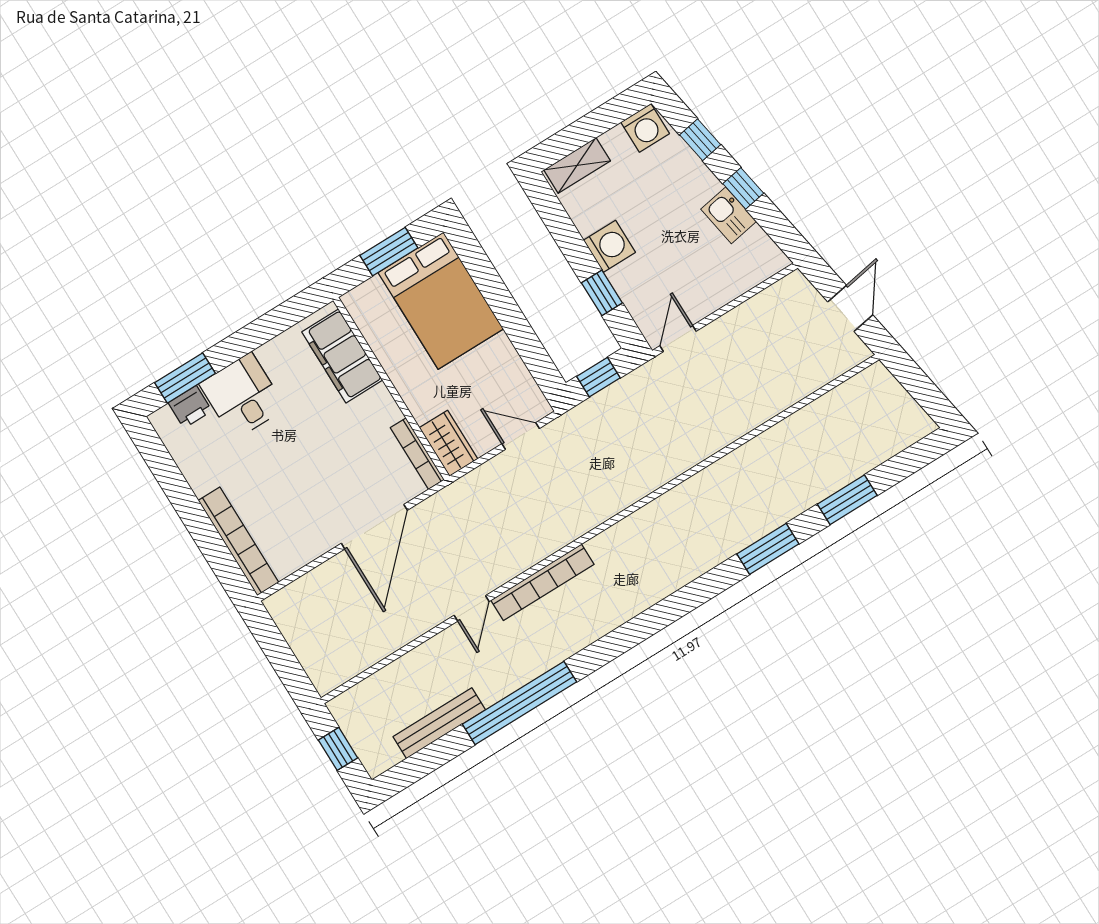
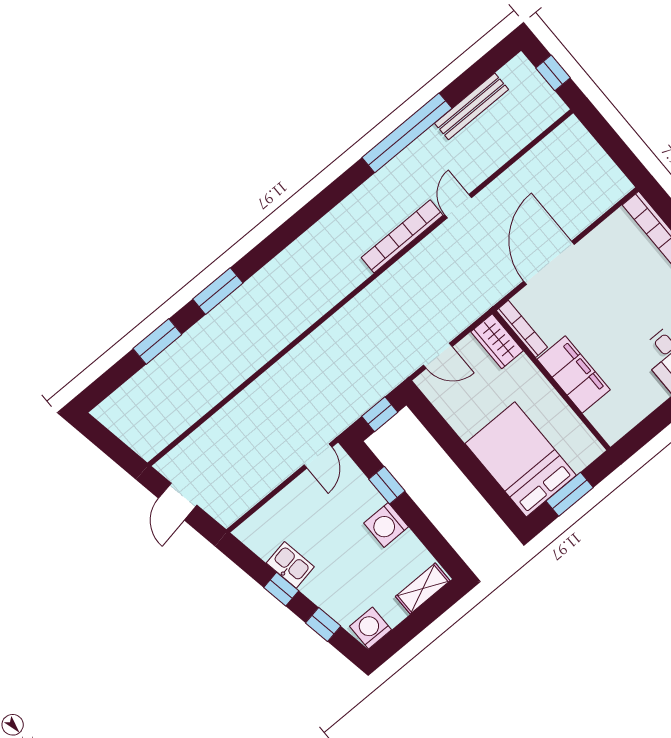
filing cabinet: (342, 356) -> (574, 374), moved

